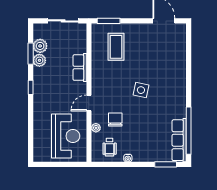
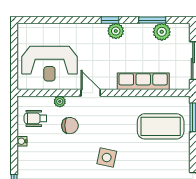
coffee table: (116, 47) -> (161, 126), width x1.36, depth x1.32
plant: (39, 60) -> (116, 31), moved
row of seats: (80, 68) -> (143, 81), width x1.48

